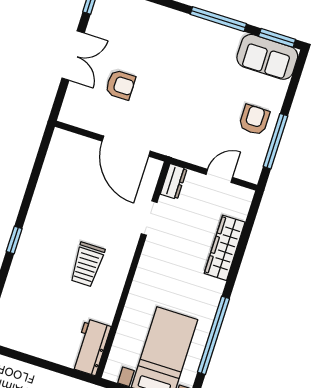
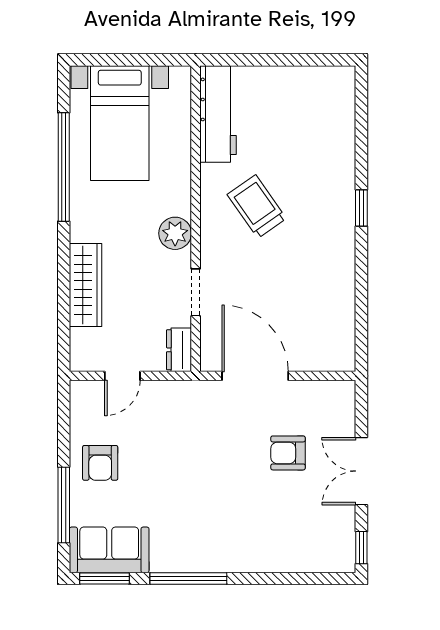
window: (275, 141) -> (64, 505), moved
plant: (150, 264) -> (175, 233), added
trolley: (87, 265) -> (257, 206), turned -35
workbench: (91, 347) -> (218, 114), width x1.38

